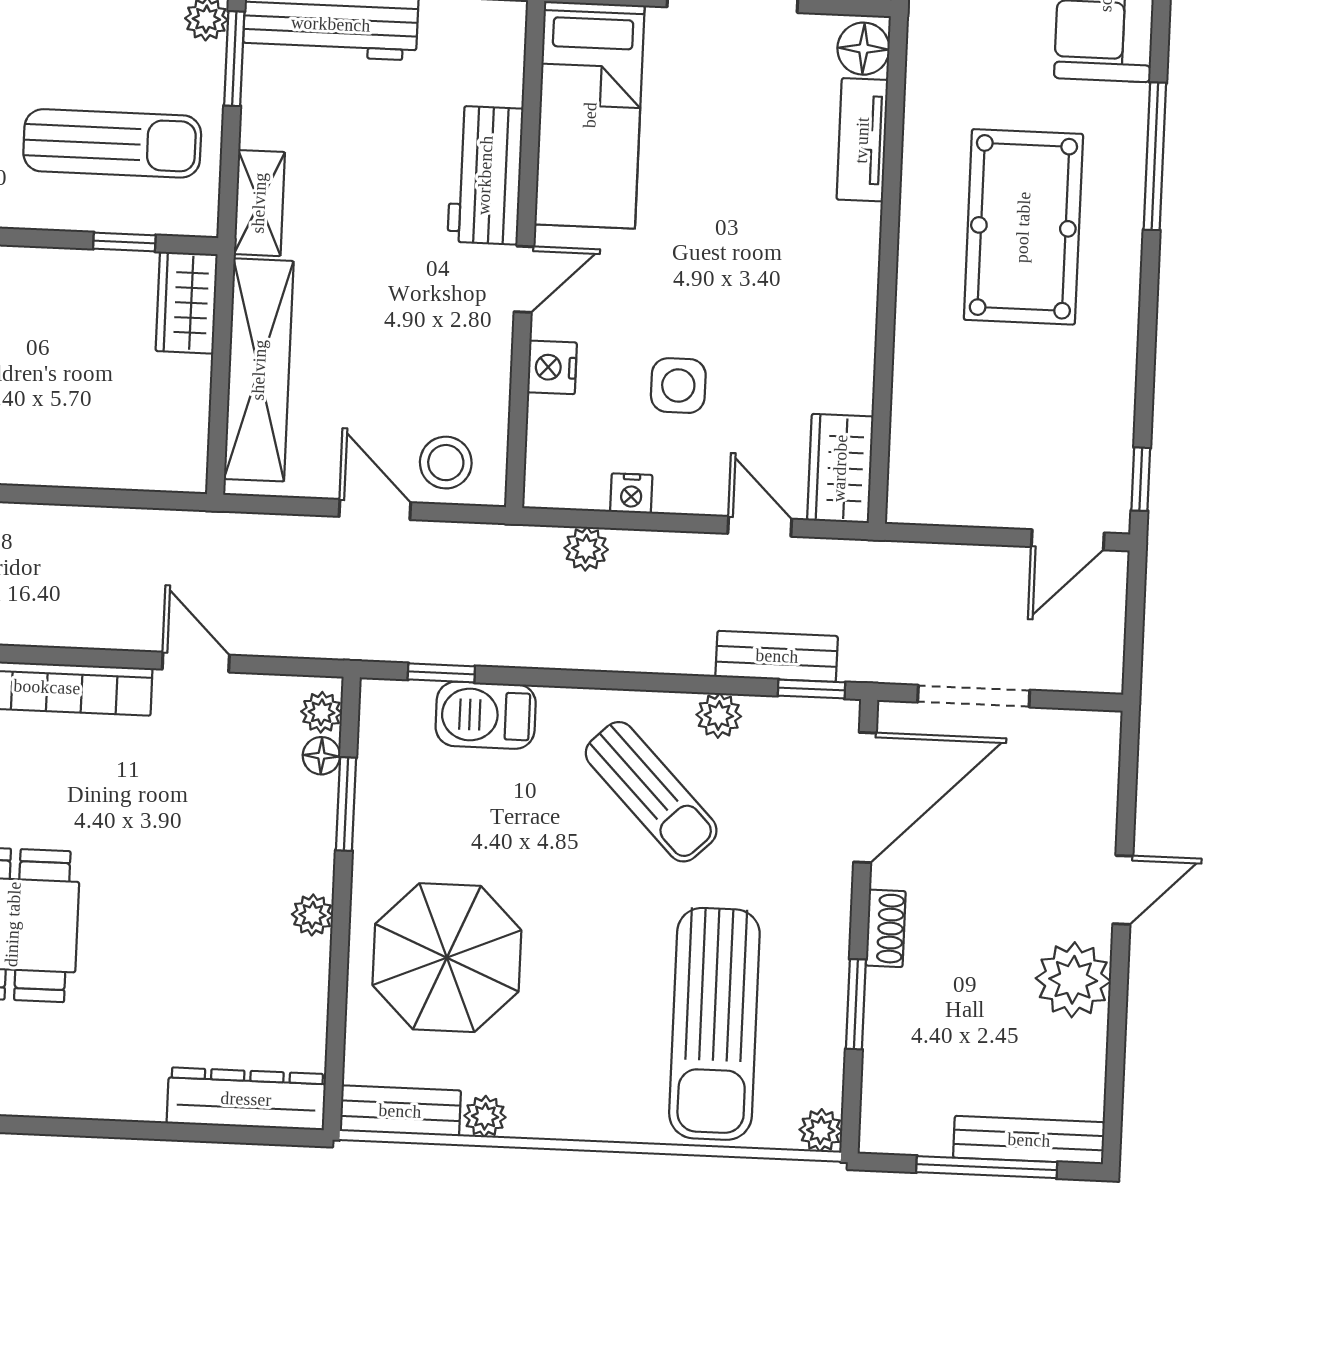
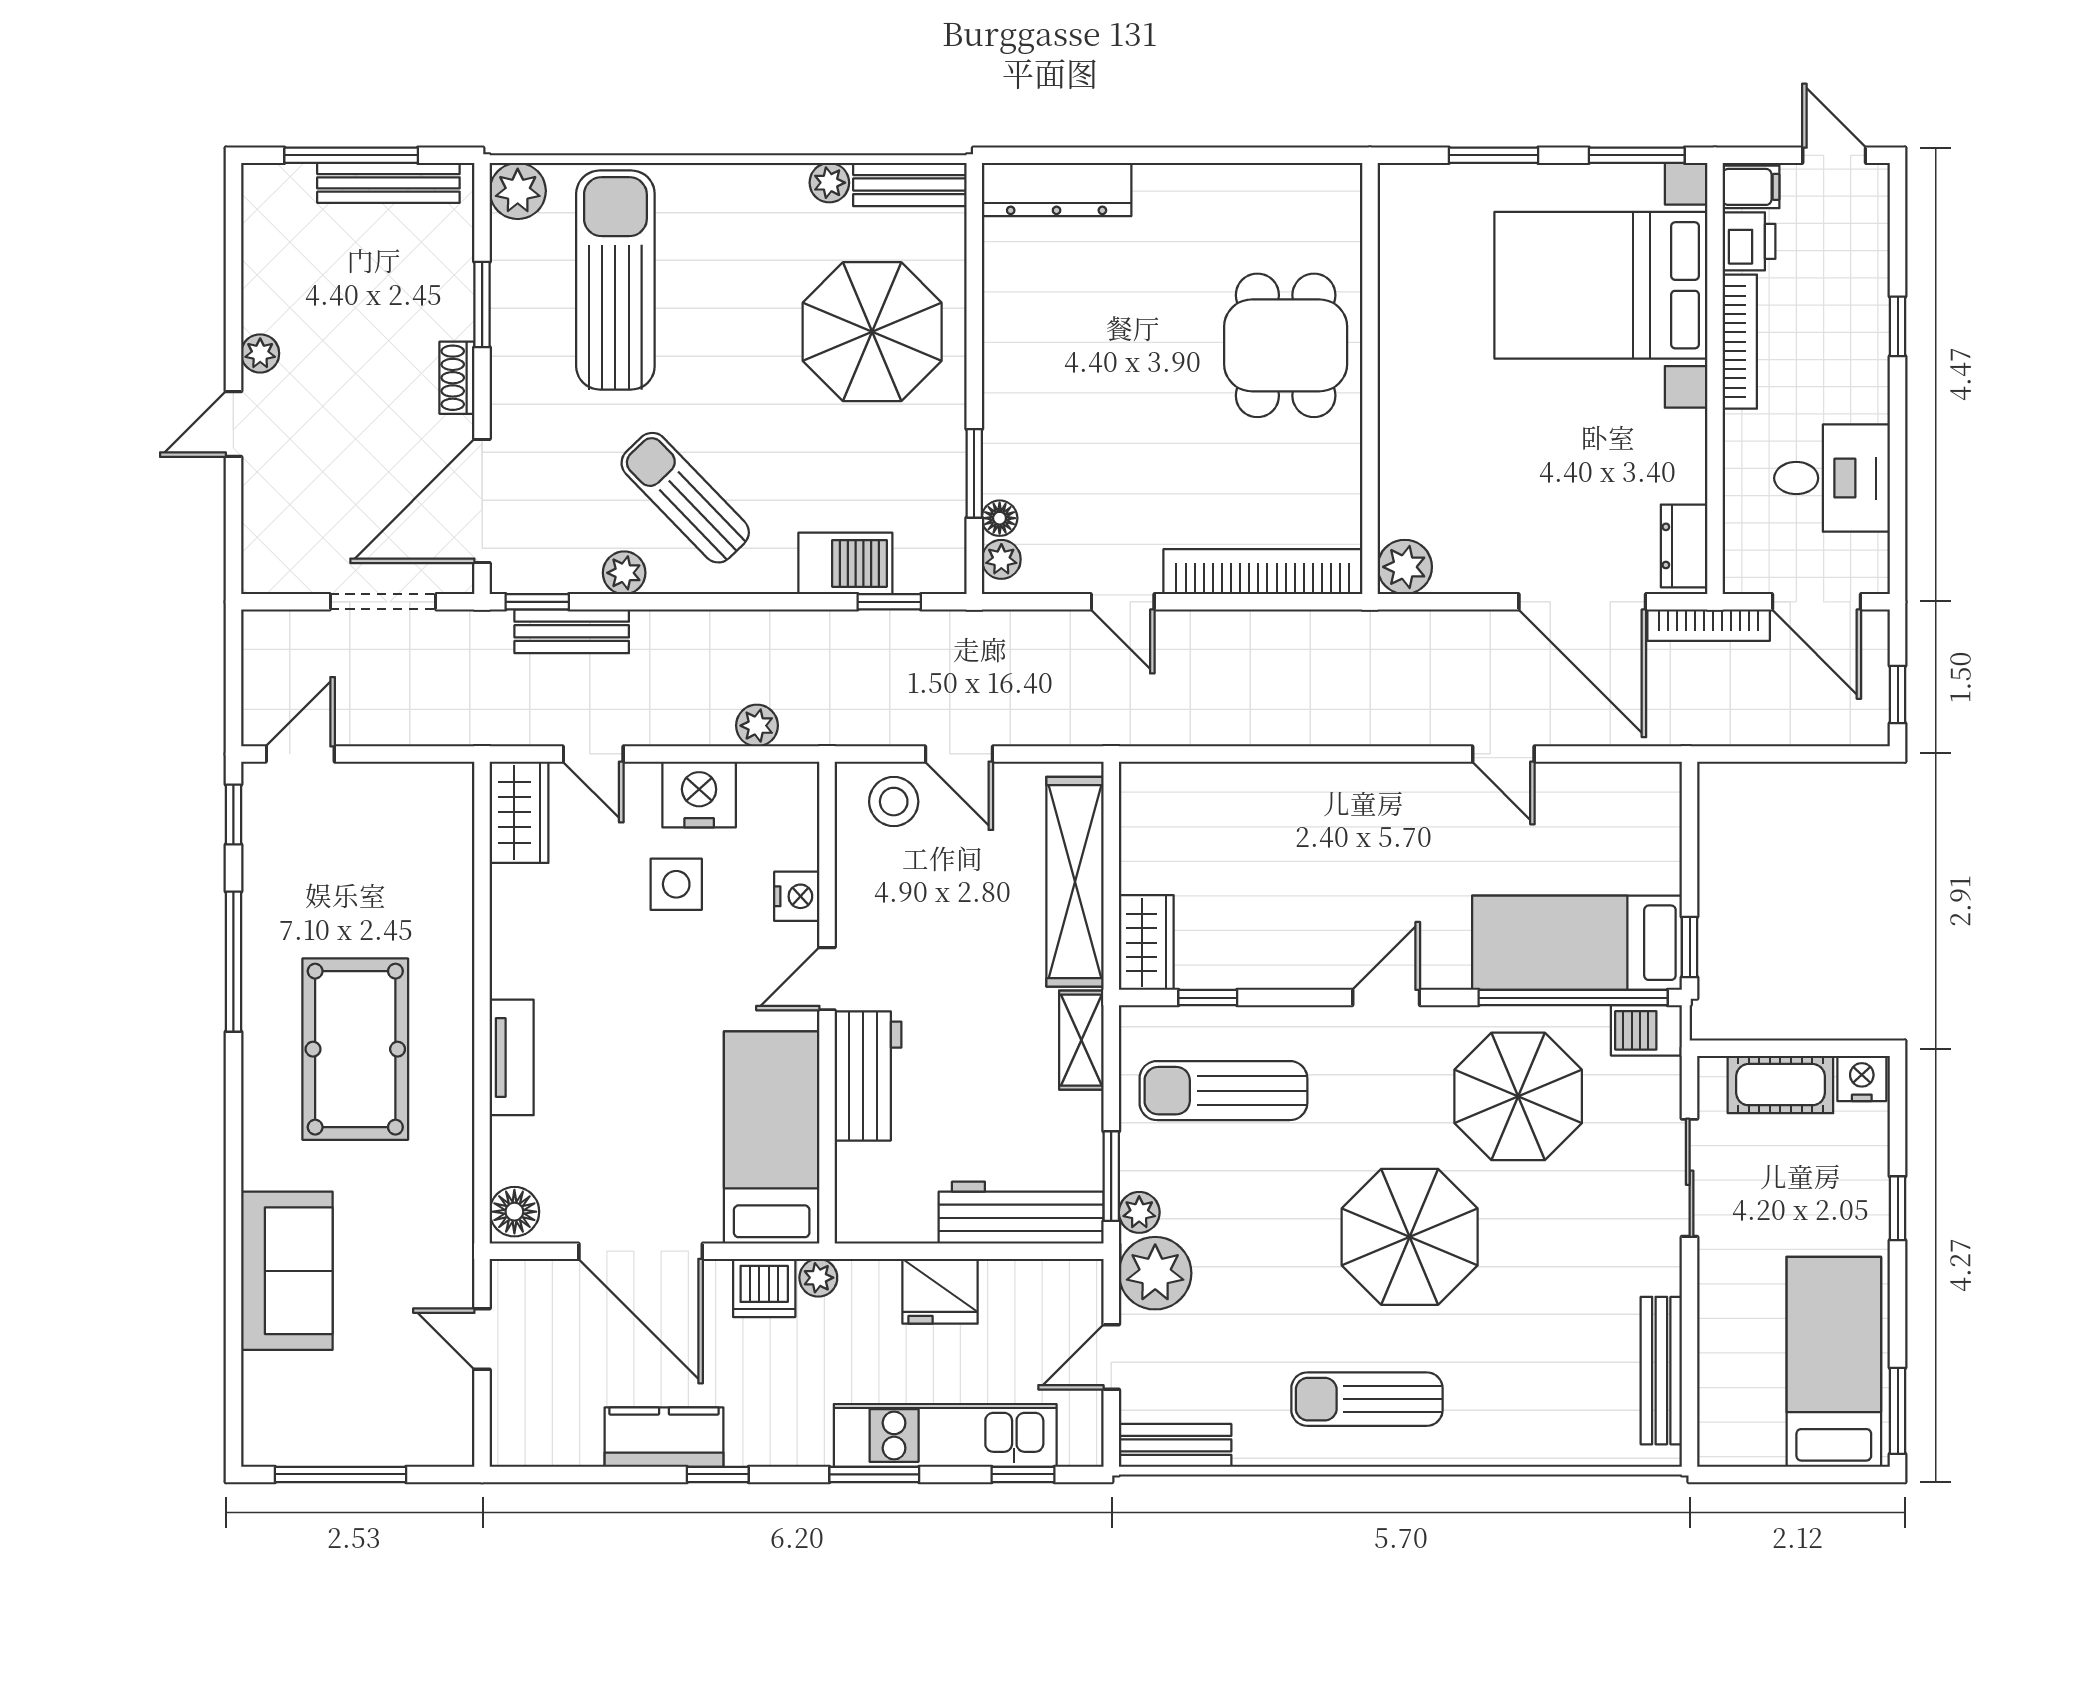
tv unit: (862, 140) -> (512, 1057), moved
window: (1155, 156) -> (233, 962), moved
nightstand: (631, 493) -> (699, 794), width x1.89, depth x1.79
plant: (312, 915) -> (1001, 367), removed
plant: (1073, 980) -> (260, 353), width x0.53, depth x0.53
plant: (821, 1130) -> (518, 191), width x1.38, depth x1.38
bench: (1029, 1140) -> (388, 183), moved

